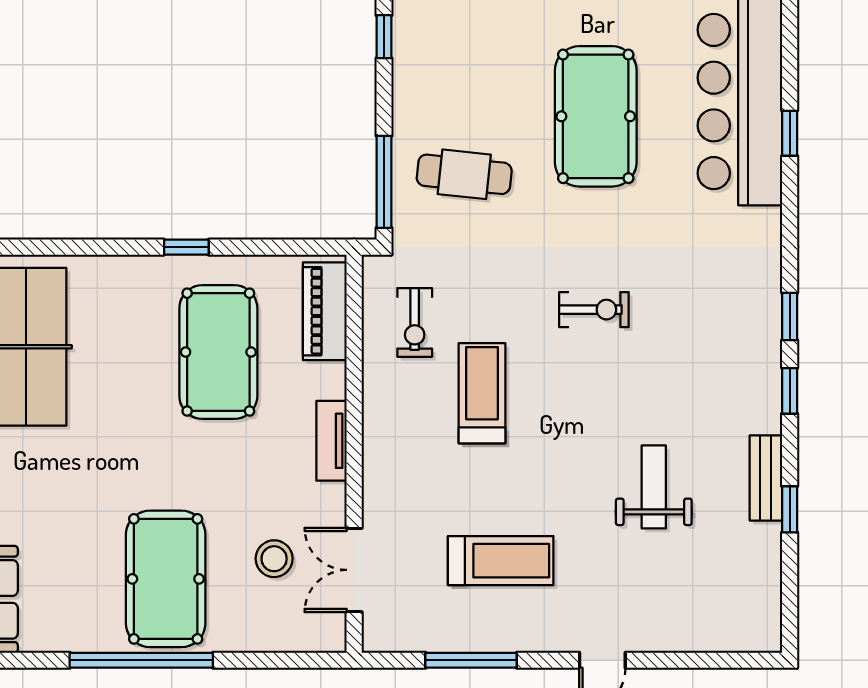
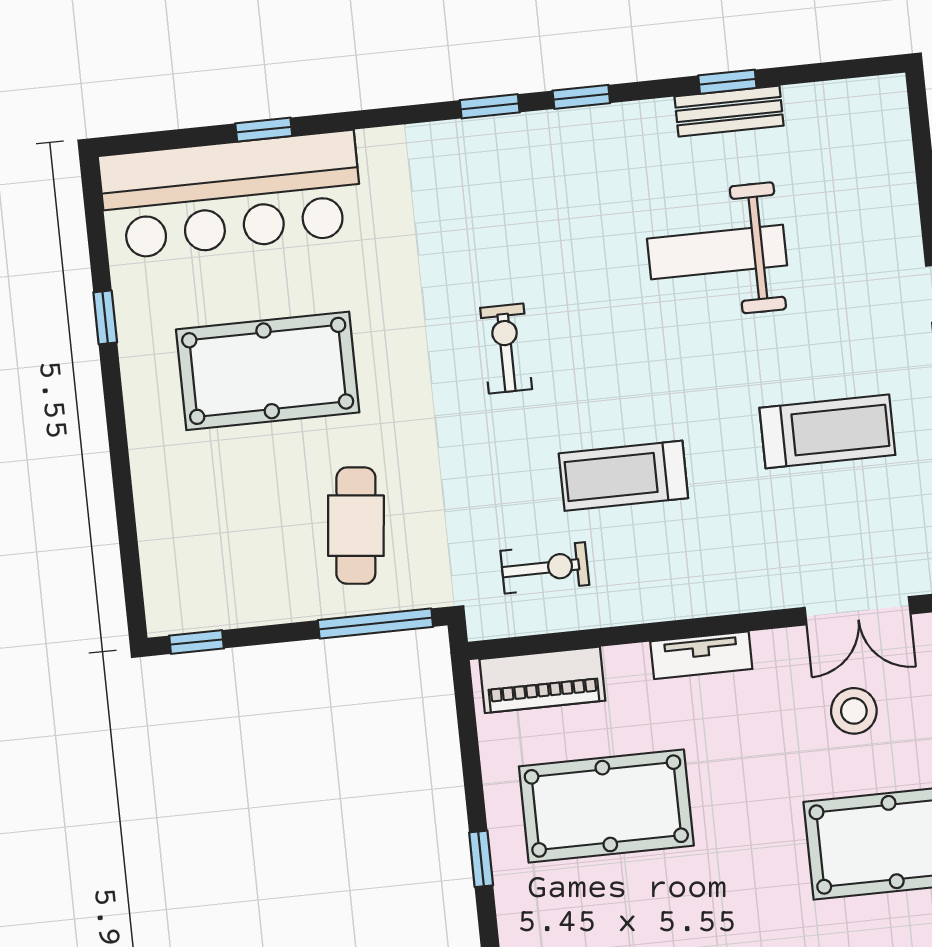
bench: (766, 478) -> (729, 111), moved
weight bench: (654, 487) -> (717, 252), width x1.36, depth x1.33
treadmill: (501, 561) -> (827, 431), turned 90

